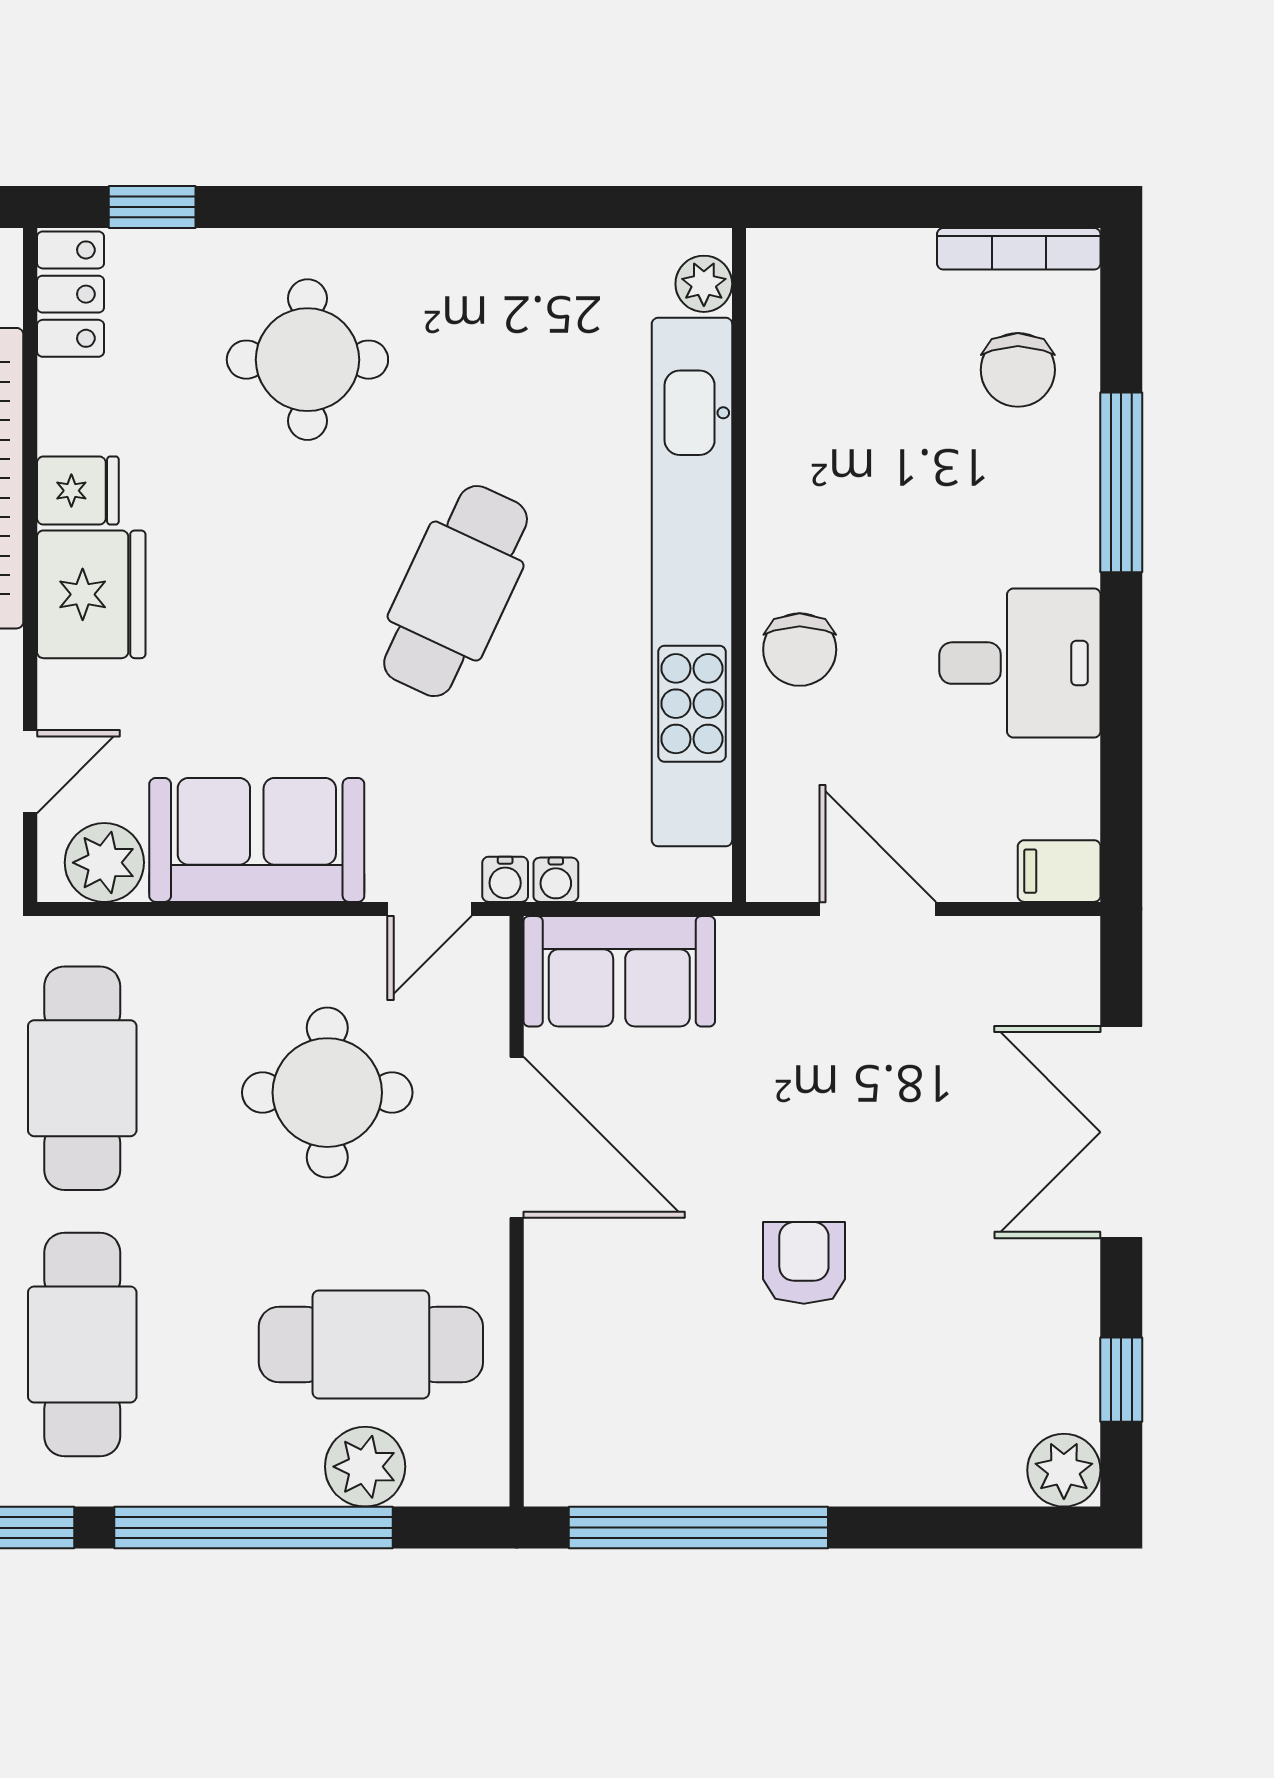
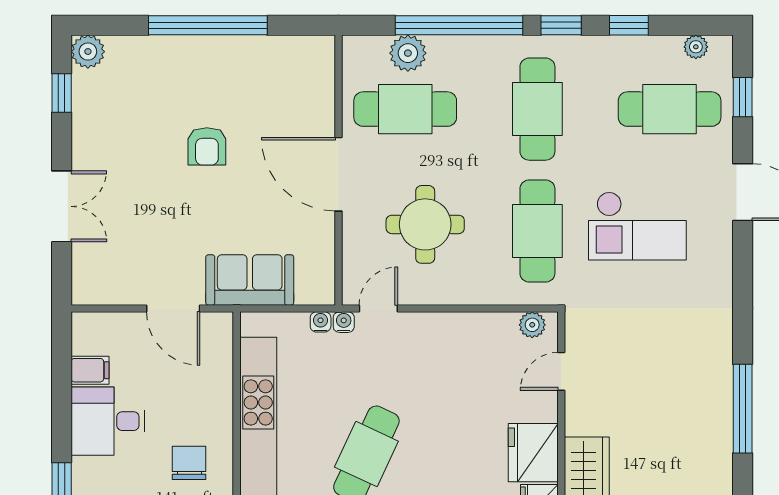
chair: (800, 650) -> (189, 463), moved
sofa: (257, 840) -> (457, 340), removed
plant: (104, 863) -> (532, 325), width x0.73, depth x0.73
filing cabinet: (1059, 871) -> (90, 370), moved
sofa: (619, 971) -> (250, 280), moved
double door: (1121, 1132) -> (62, 206), width x0.73
door: (517, 1137) -> (338, 174), moved
window: (698, 1528) -> (208, 25), moved

